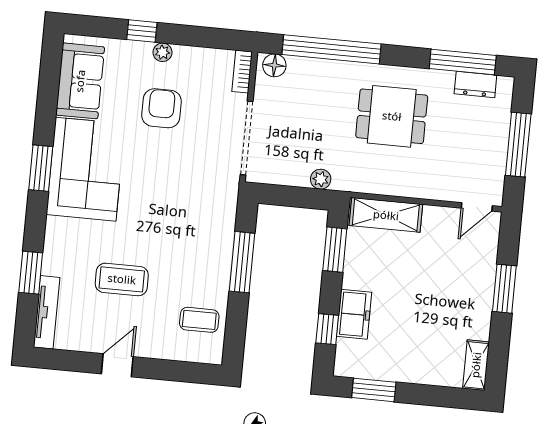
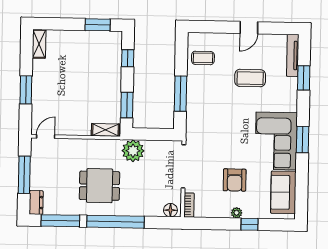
window: (332, 49) -> (116, 222), moved
dresser: (475, 85) -> (36, 202), moved, turned 90
plant: (321, 179) -> (133, 151), width x1.87, depth x1.87
shelving: (386, 215) -> (105, 130), width x0.67, depth x0.75
freezer: (354, 314) -> (113, 68), removed

